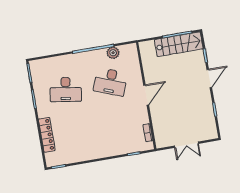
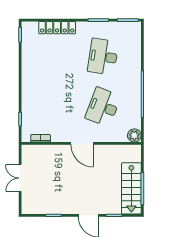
plant: (113, 53) -> (134, 135), moved

